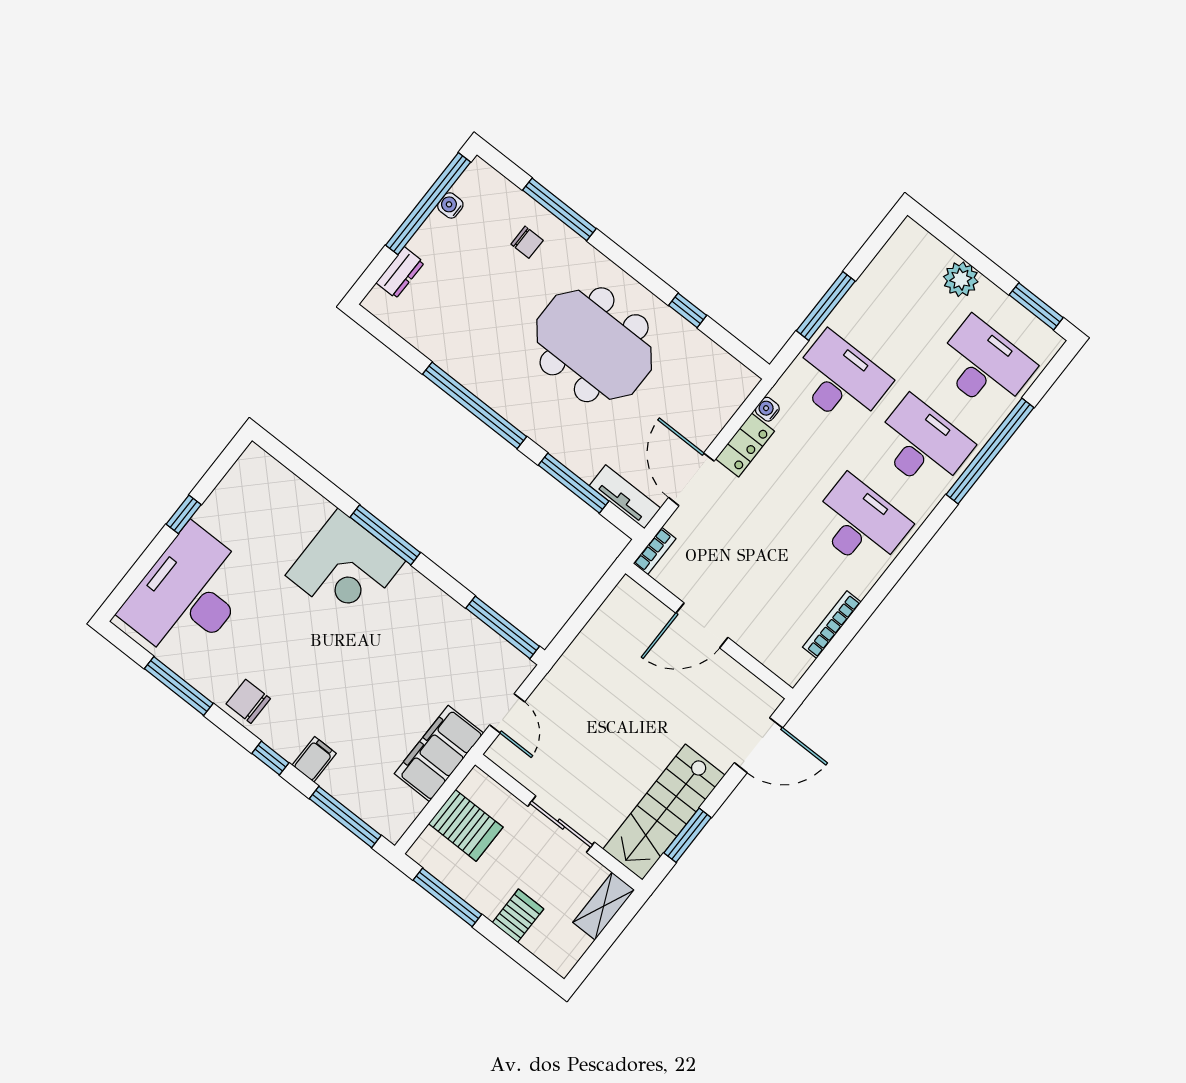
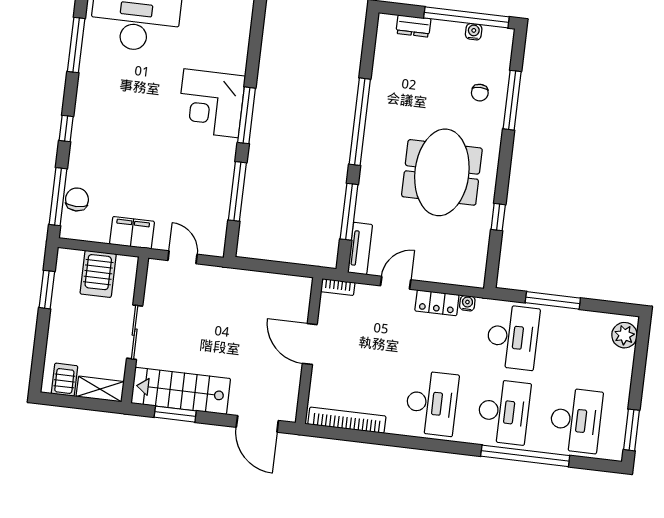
plant: (961, 279) -> (624, 335), moved
door: (691, 479) -> (396, 283), width x0.73
bookcase: (832, 625) -> (347, 420), width x1.48, depth x1.31
window: (503, 627) -> (237, 191), moved
chair: (248, 701) -> (77, 199), moved
door: (507, 713) -> (182, 257), swing flipped
filing cabinet: (439, 753) -> (132, 233), width x0.67, depth x0.86
filing cabinet: (314, 759) -> (82, 156), removed
window: (447, 897) -> (47, 290), width x0.69
server rack: (518, 916) -> (65, 380), moved, turned -90

